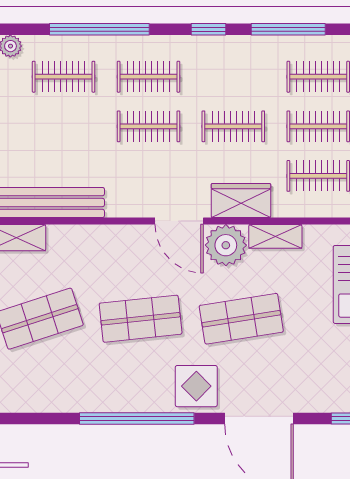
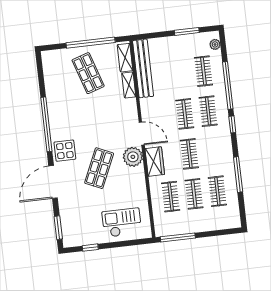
window: (208, 29) -> (232, 124), moved
door: (179, 221) -> (142, 133), swing flipped
shelving: (275, 236) -> (129, 85), moved
shop shelf: (141, 319) -> (94, 121), removed
shop shelf: (241, 319) -> (99, 168), turned 33

